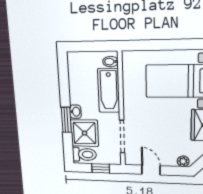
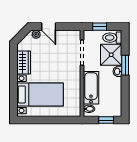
window: (87, 46) -> (106, 120), added
door: (151, 170) -> (49, 27), moved

